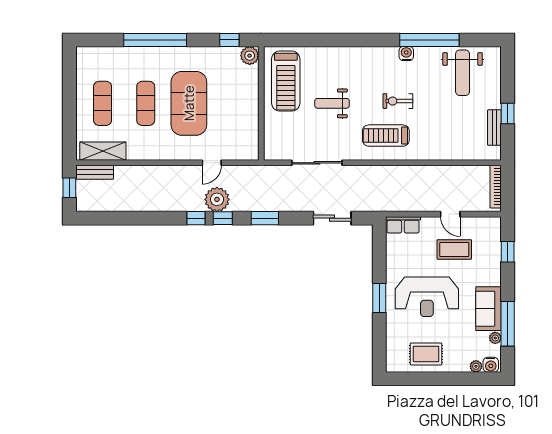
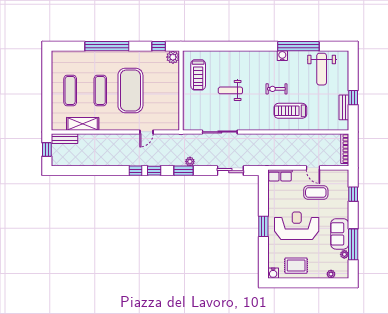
treadmill: (286, 81) -> (198, 75), width x0.73, depth x0.73
treadmill: (386, 136) -> (290, 111), moved
shelving: (103, 151) -> (83, 124), moved
plant: (217, 199) -> (190, 162), moved, width x0.53, depth x0.53
reception desk: (427, 297) -> (297, 226), turned 180
water cooler: (491, 365) -> (273, 273), moved

